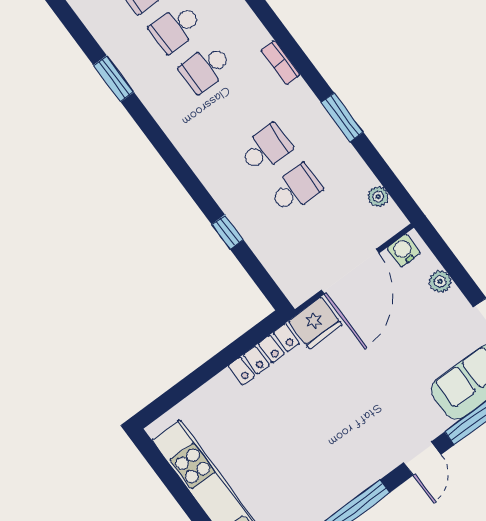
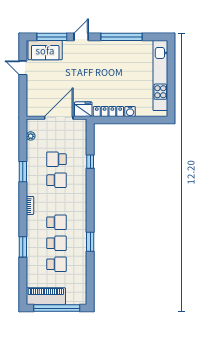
school desk: (266, 149) -> (57, 180), turned 180
water cooler: (404, 250) -> (130, 111), moved
plant: (440, 281) -> (31, 92), removed

